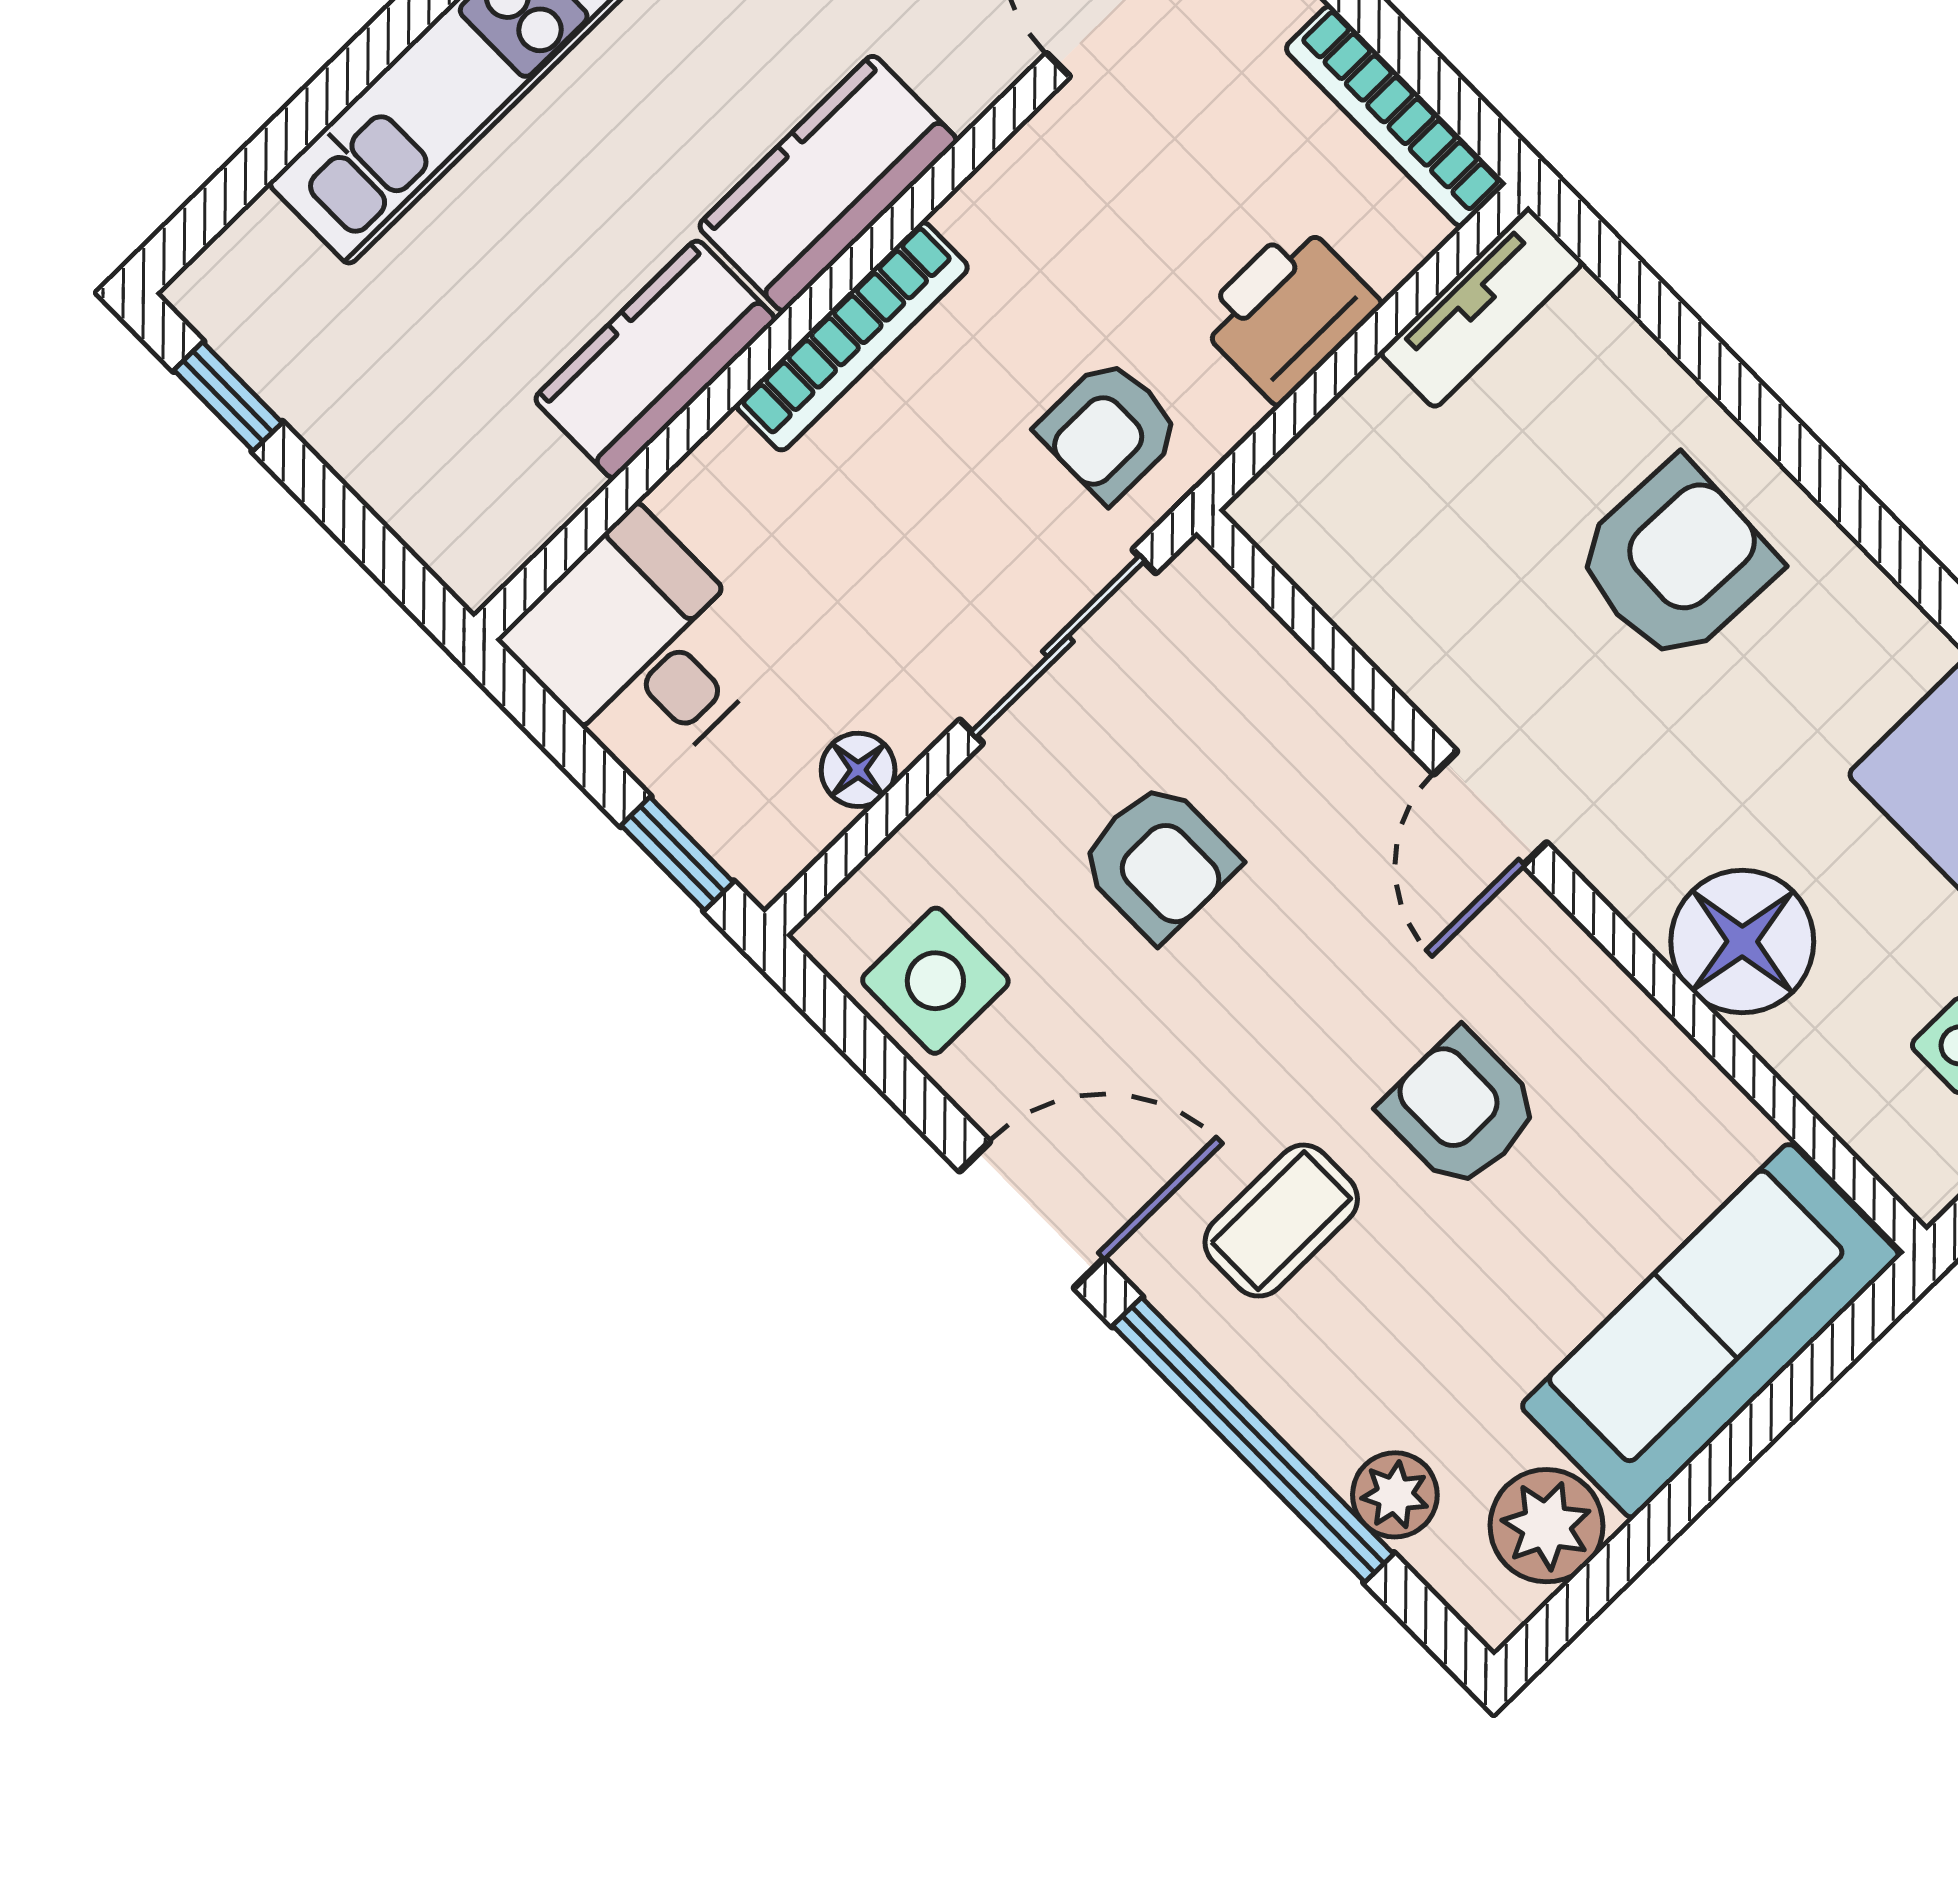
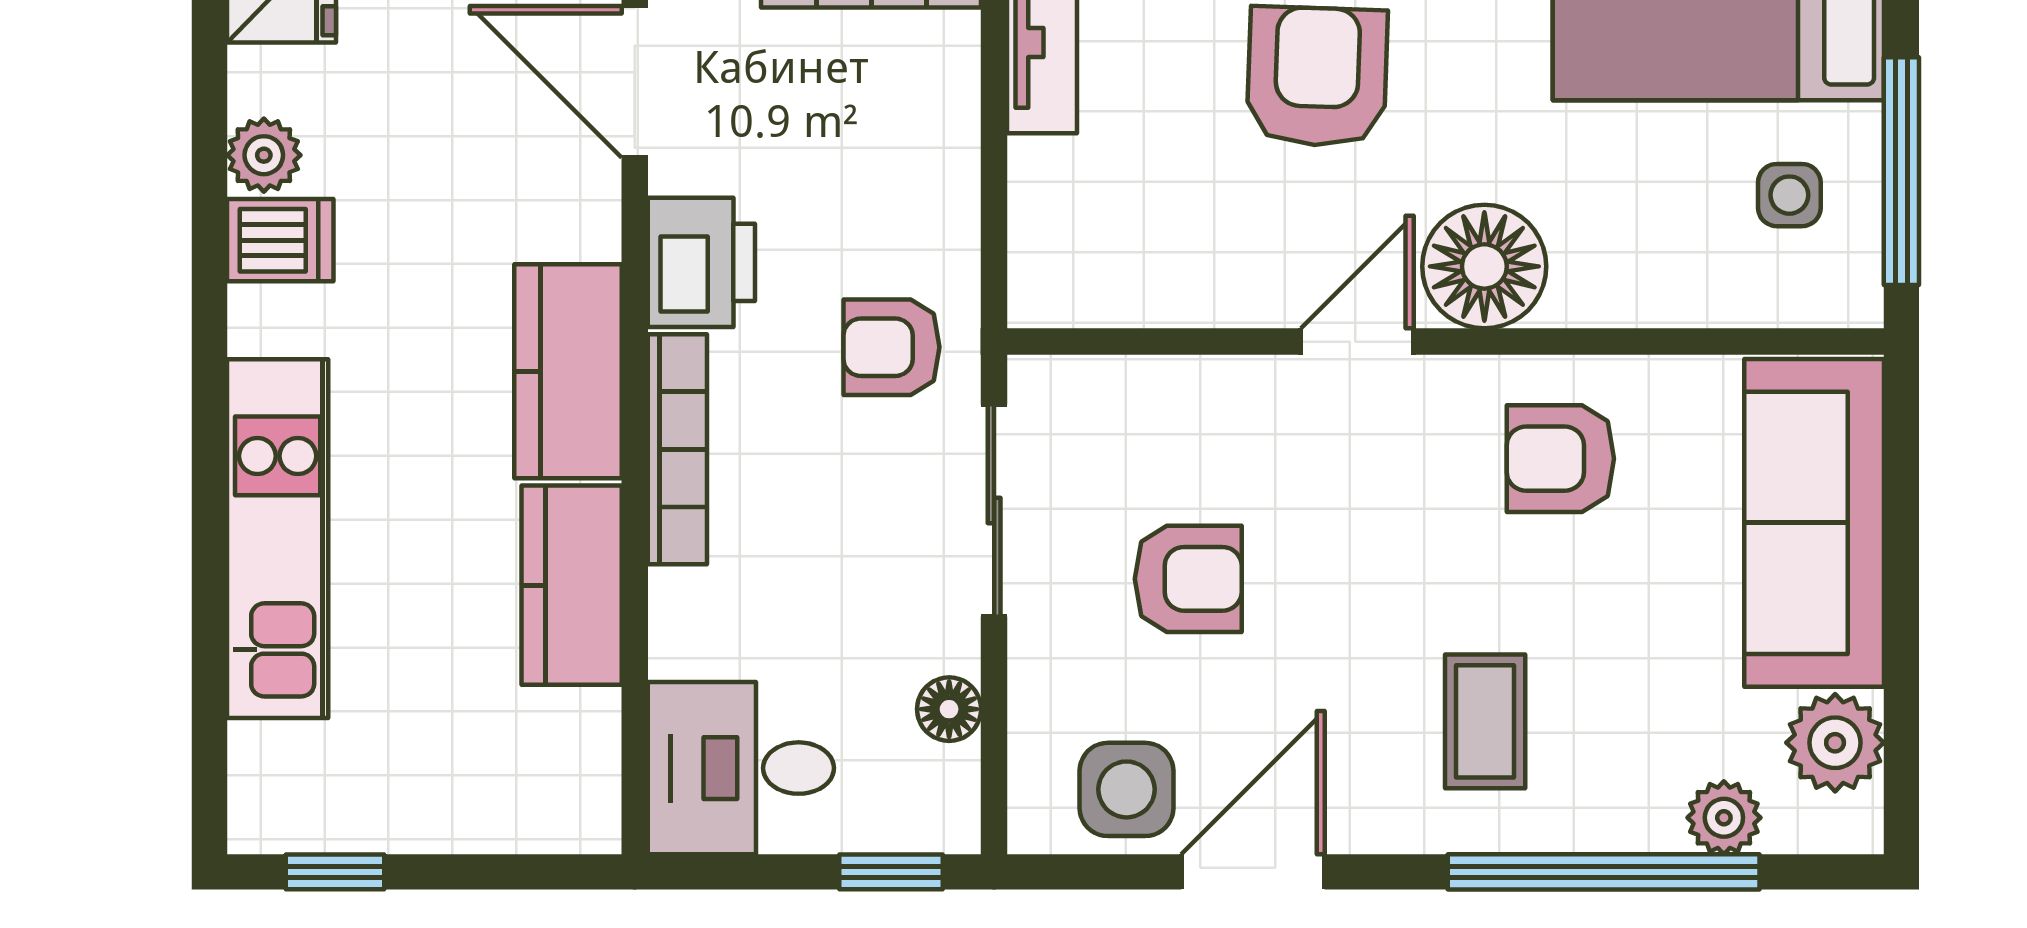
printer: (1288, 312) -> (701, 262), moved, turned 180
armchair: (1109, 430) -> (892, 347), turned 90
door: (1490, 808) -> (1357, 342), swing flipped
floor lamp: (1742, 942) -> (1484, 266), moved
armchair: (1461, 1109) -> (1560, 459), moved
door: (1032, 1215) -> (1253, 872), moved

